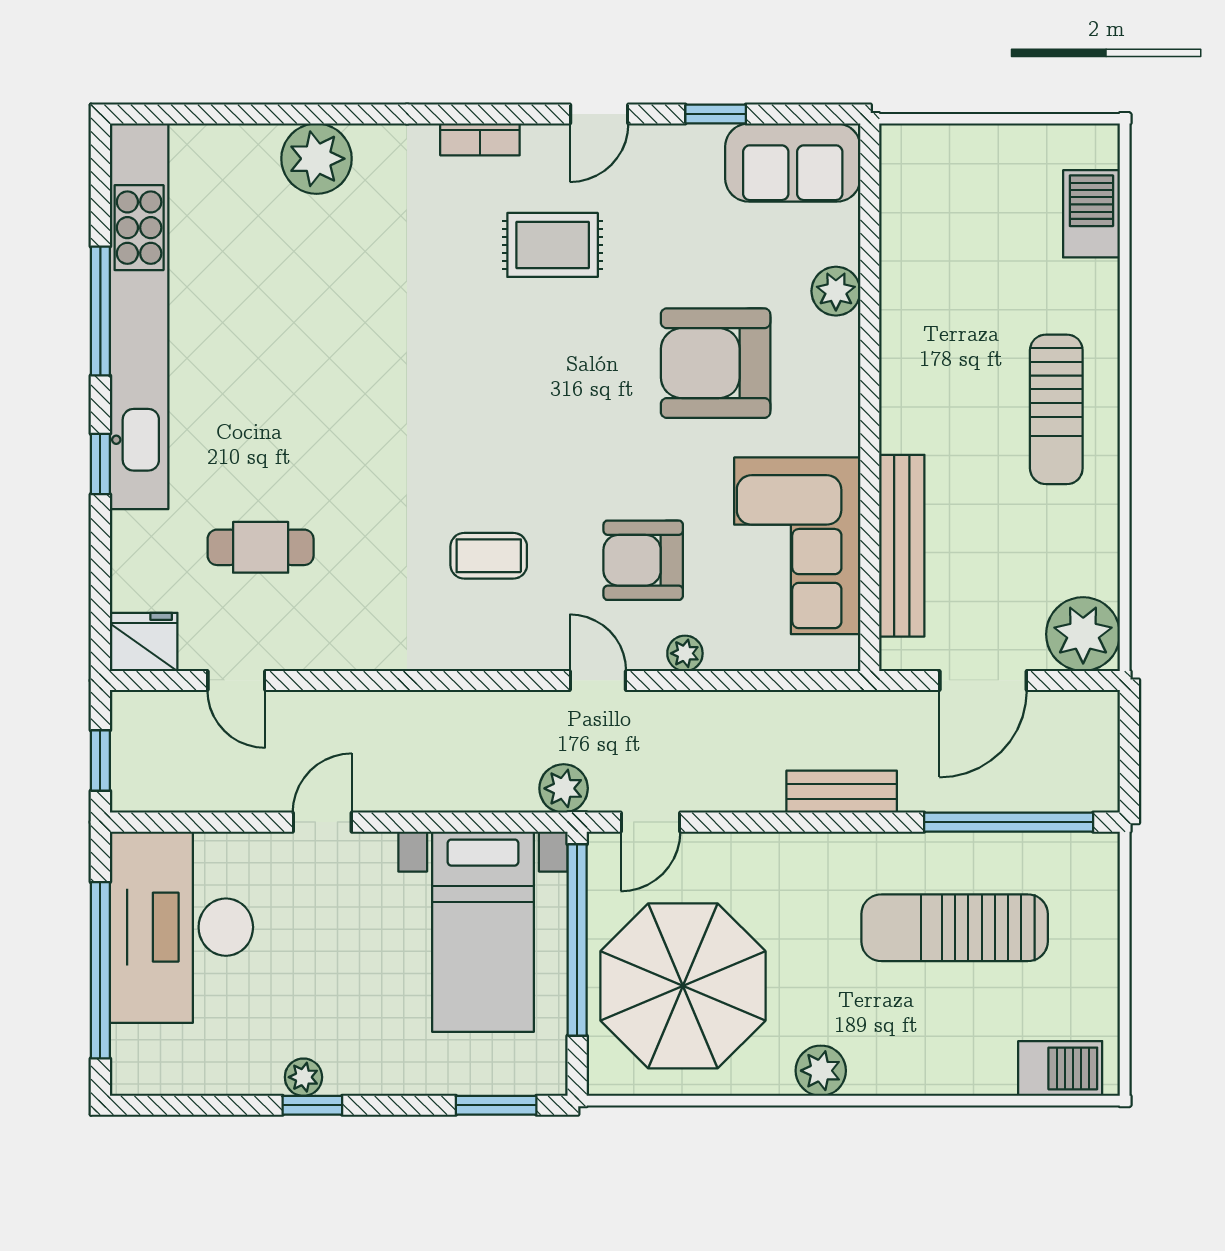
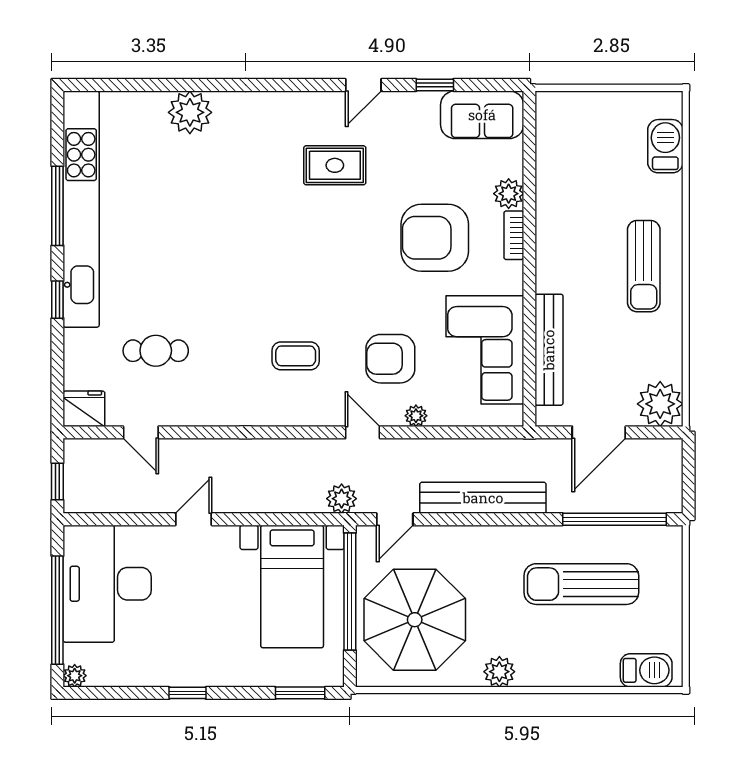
bookcase: (480, 139) -> (514, 235), moved, turned 90
bench: (842, 792) -> (483, 498), width x1.86, depth x1.21
plant: (303, 1077) -> (75, 676), moved

